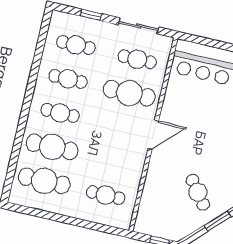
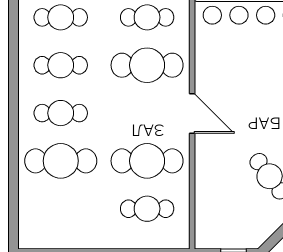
door: (153, 135) -> (192, 113), hinge flipped
cafe table: (44, 181) -> (147, 161), moved

